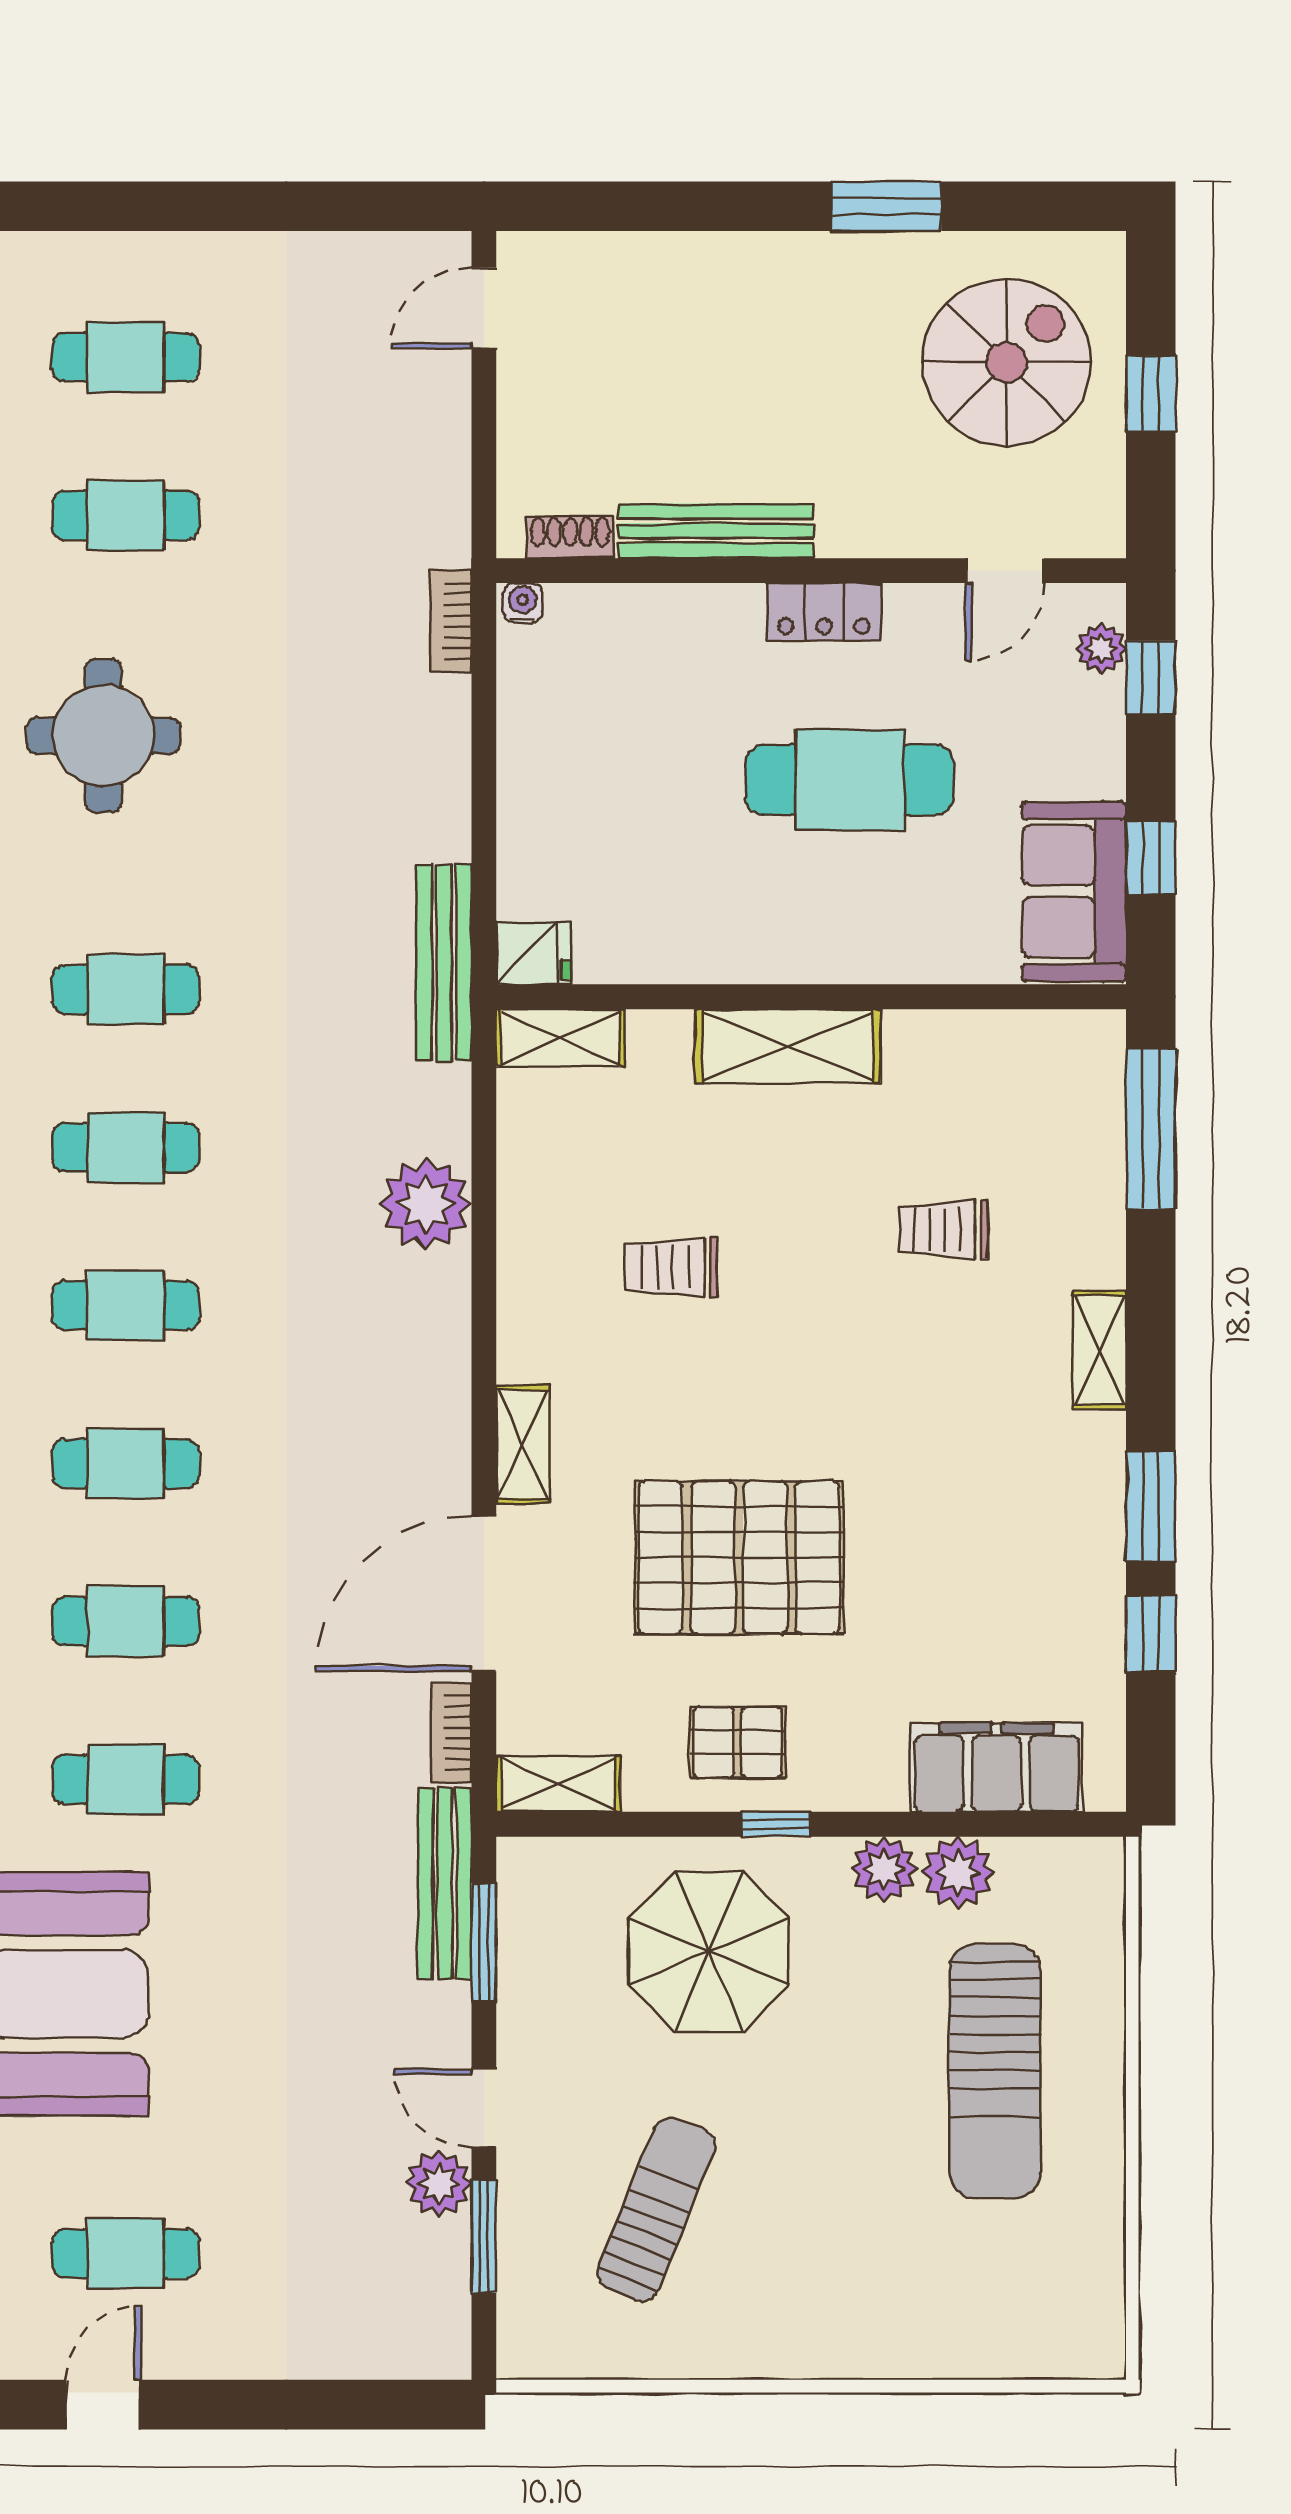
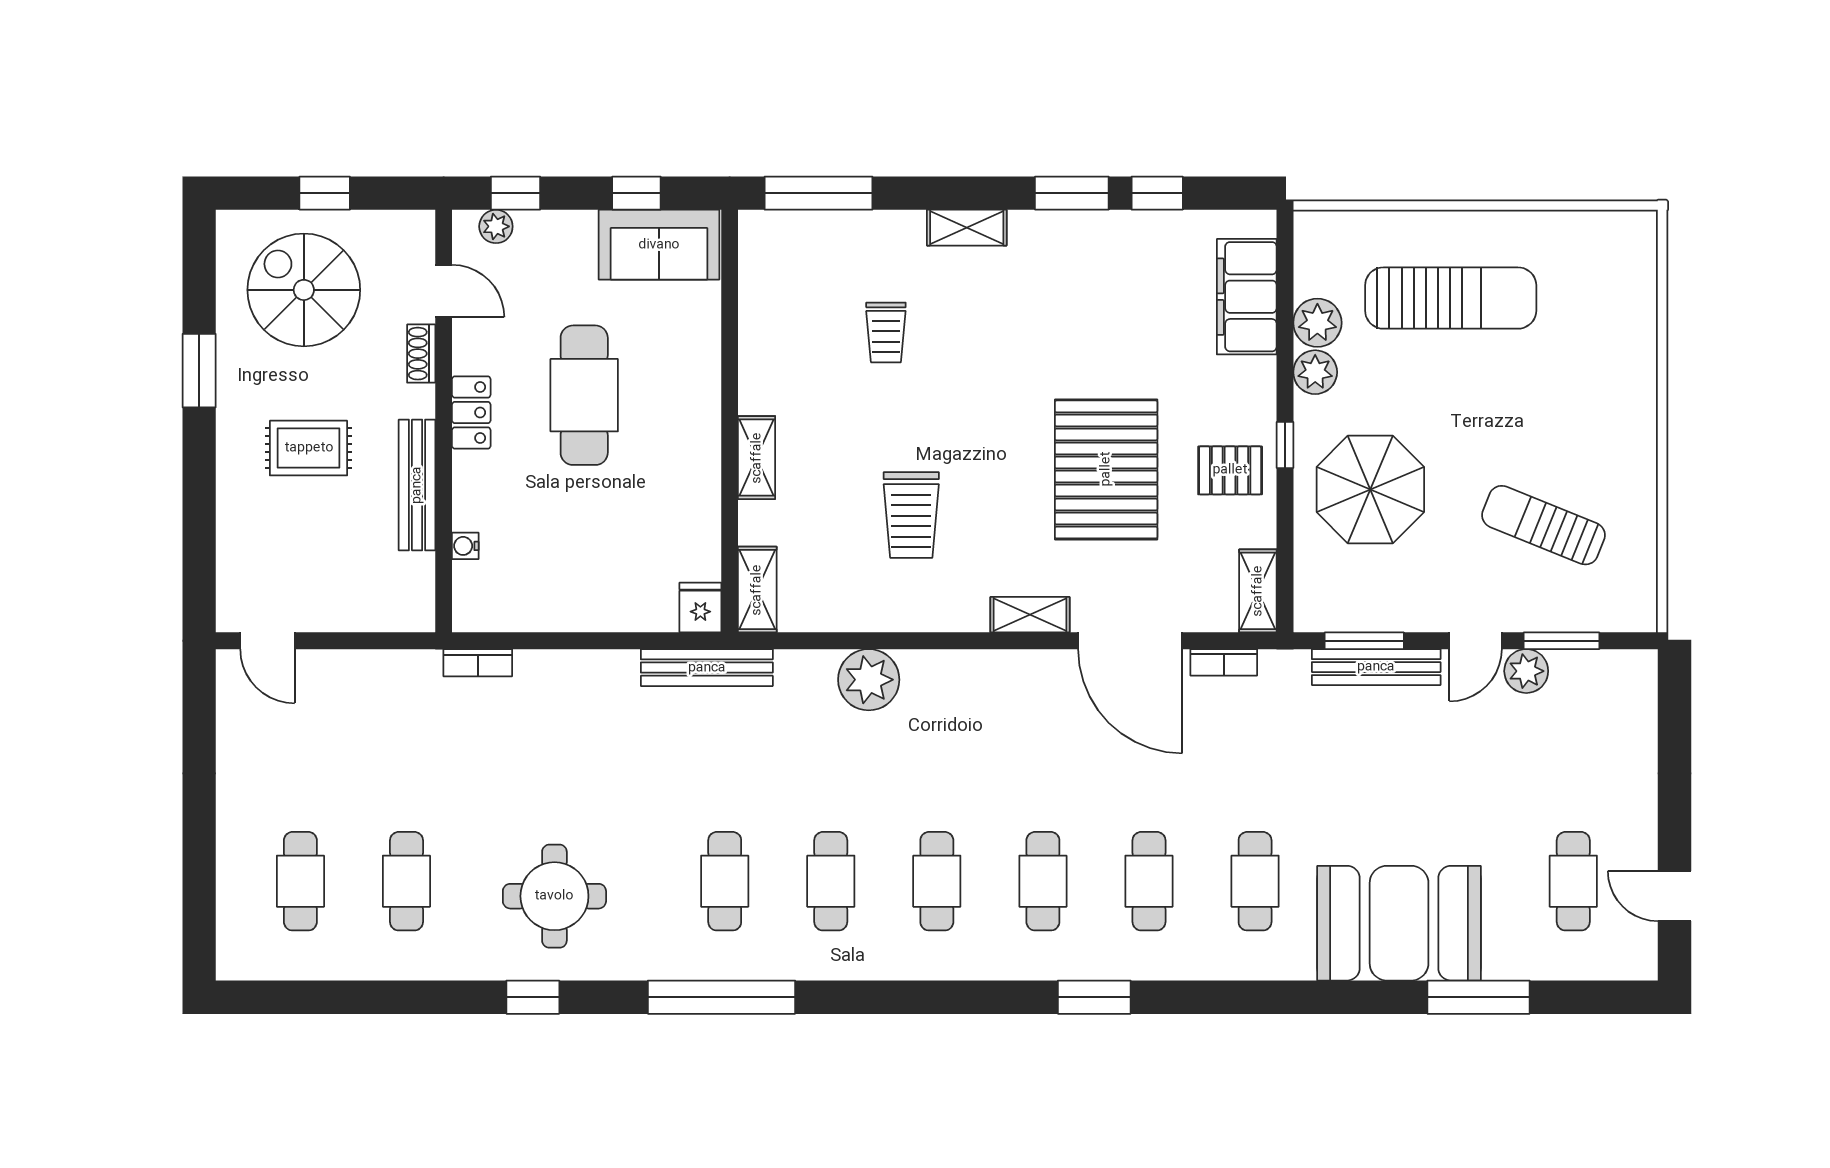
rug: (771, 369) -> (309, 448), added
shoe rack: (570, 537) -> (421, 354), moved
water cooler: (523, 603) -> (465, 546), moved
shelving: (788, 1046) -> (757, 458), width x0.67, depth x0.75
trolley: (671, 1267) -> (911, 515), width x1.36, depth x1.39
pallet: (738, 1742) -> (1230, 470), turned 90
bench: (445, 1883) -> (1376, 667), moved

